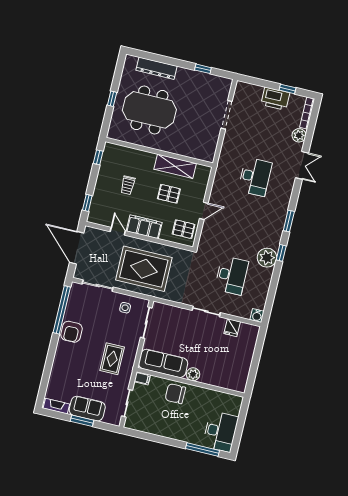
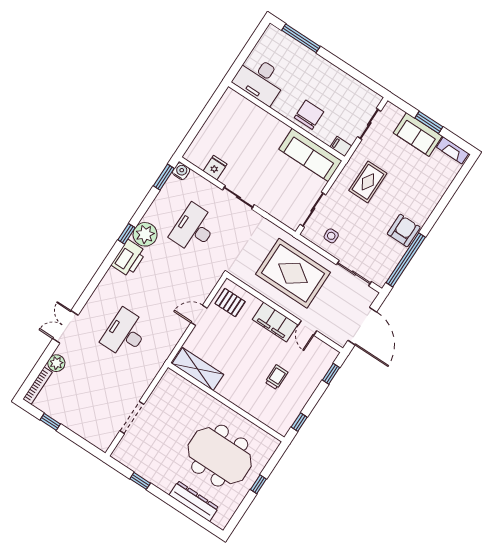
printer: (275, 99) -> (129, 258), moved, turned 90
shelving: (175, 166) -> (198, 369), moved
pallet: (169, 194) -> (232, 350), removed
window: (289, 221) -> (164, 177), moved
plant: (193, 374) -> (280, 130), removed
chair: (175, 394) -> (309, 115), turned -90
desk: (220, 432) -> (260, 80), moved, turned -90

